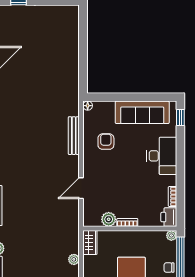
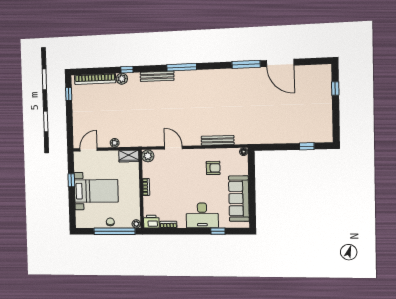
window: (83, 34) -> (307, 146), added
window: (180, 117) -> (218, 231), moved
plant: (109, 219) -> (148, 156), moved

